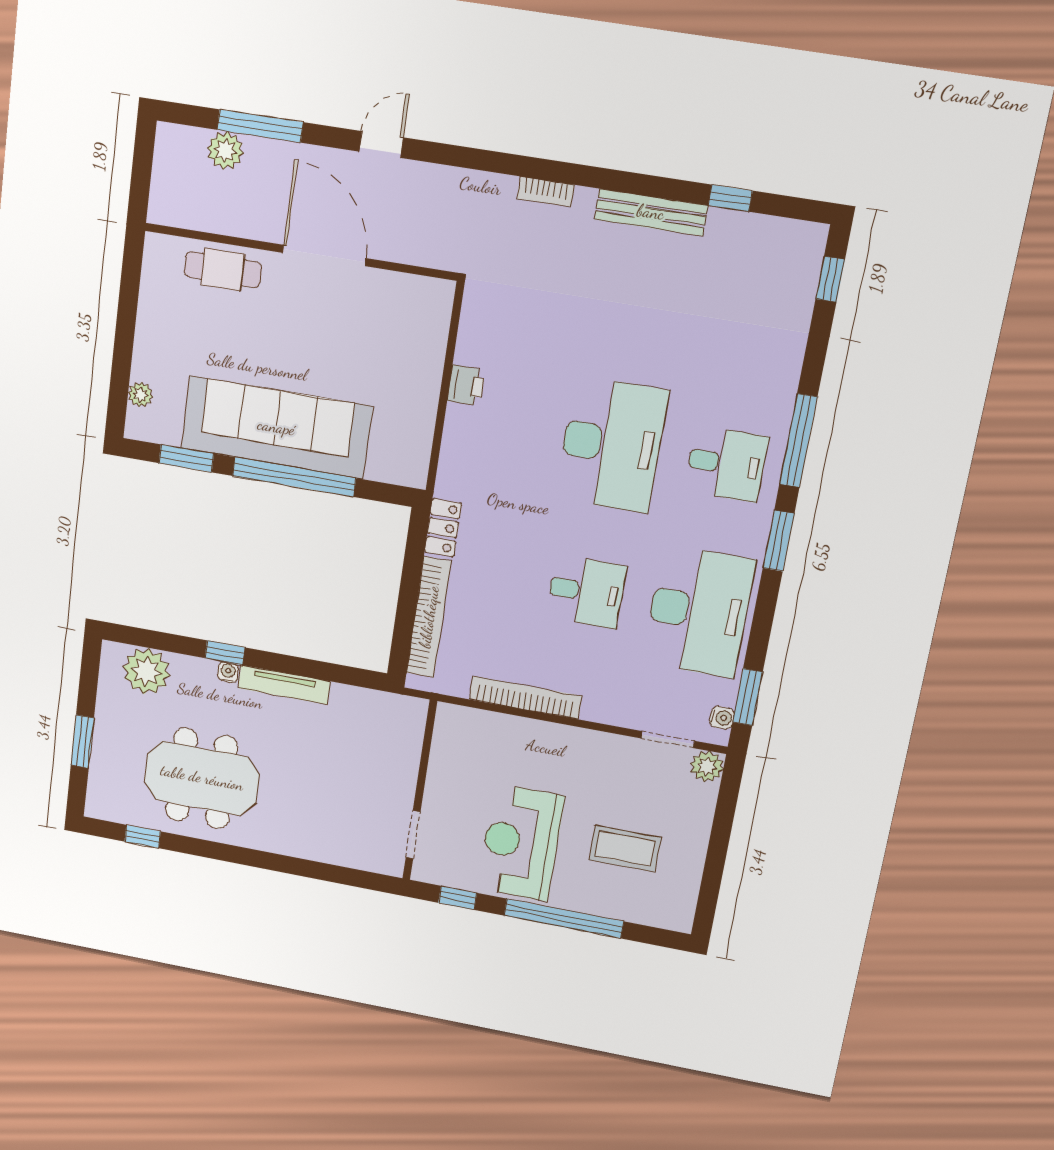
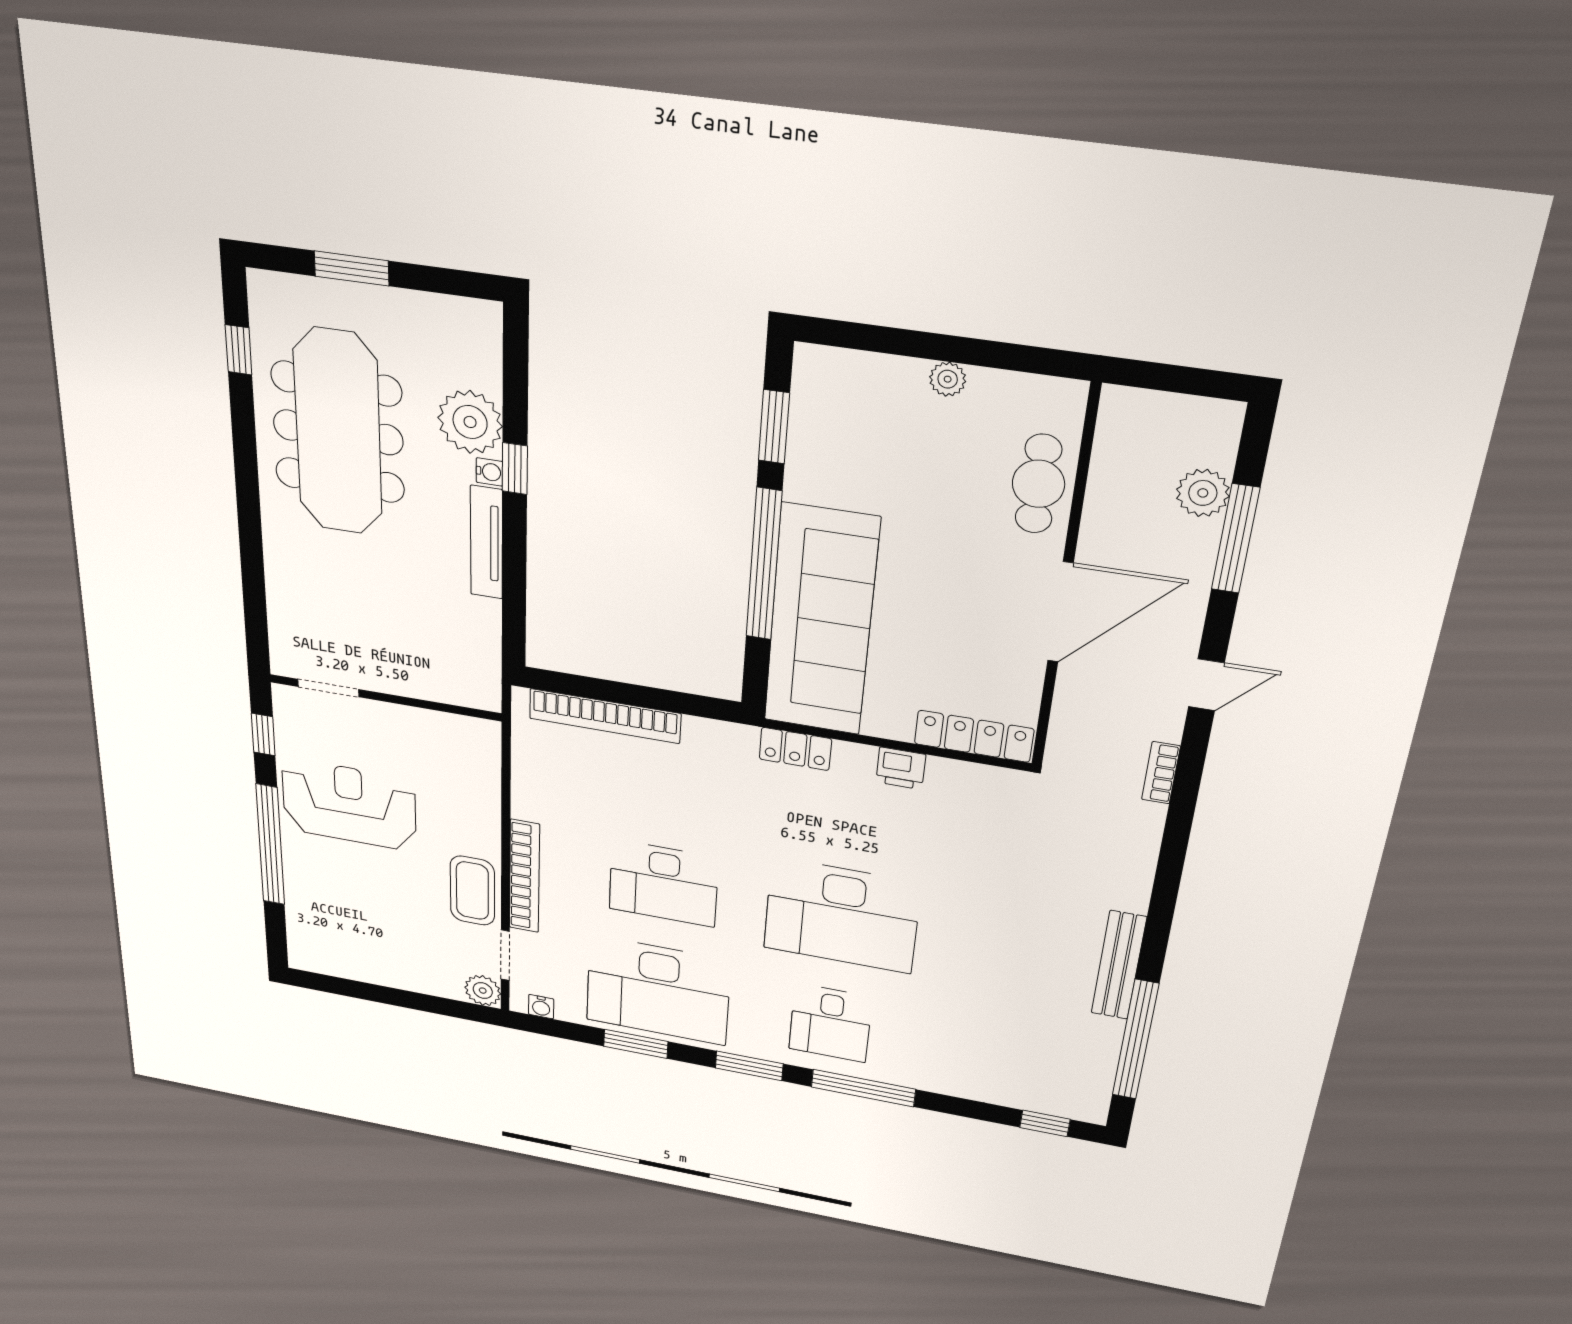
door: (381, 145) -> (1206, 685), hinge flipped
bookcase: (546, 192) -> (1161, 773), moved
window: (730, 198) -> (1135, 1040), width x3.17
locker: (434, 326) -> (974, 736), added
plant: (140, 395) -> (948, 379), moved
sofa: (276, 427) -> (821, 621), moved
locker: (443, 528) -> (795, 749), moved
desk: (586, 592) -> (663, 883), width x1.37
plant: (146, 671) -> (470, 422), moved
window: (748, 697) -> (636, 1044), moved
bookcase: (525, 698) -> (524, 876), moved
meeting table: (202, 778) -> (338, 432), width x1.36
coffee table: (625, 849) -> (472, 891), moved

